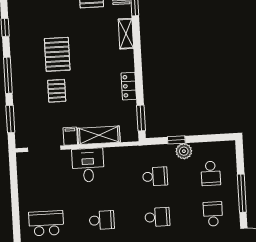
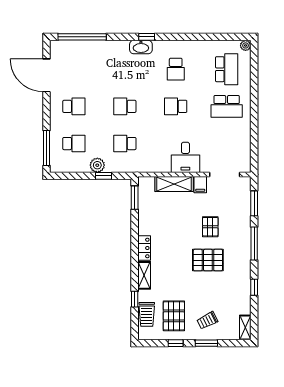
pallet: (57, 54) -> (208, 260), turned 90
locker: (129, 86) -> (144, 248), moved
school desk: (211, 173) -> (74, 144), turned 90
window: (242, 193) -> (46, 148), moved
school desk: (213, 214) -> (74, 106), turned -90

